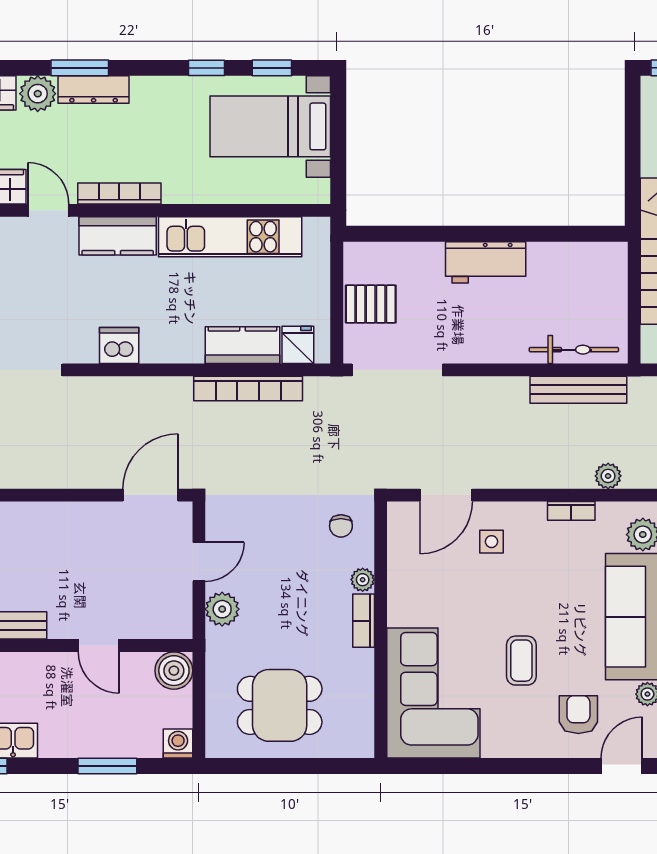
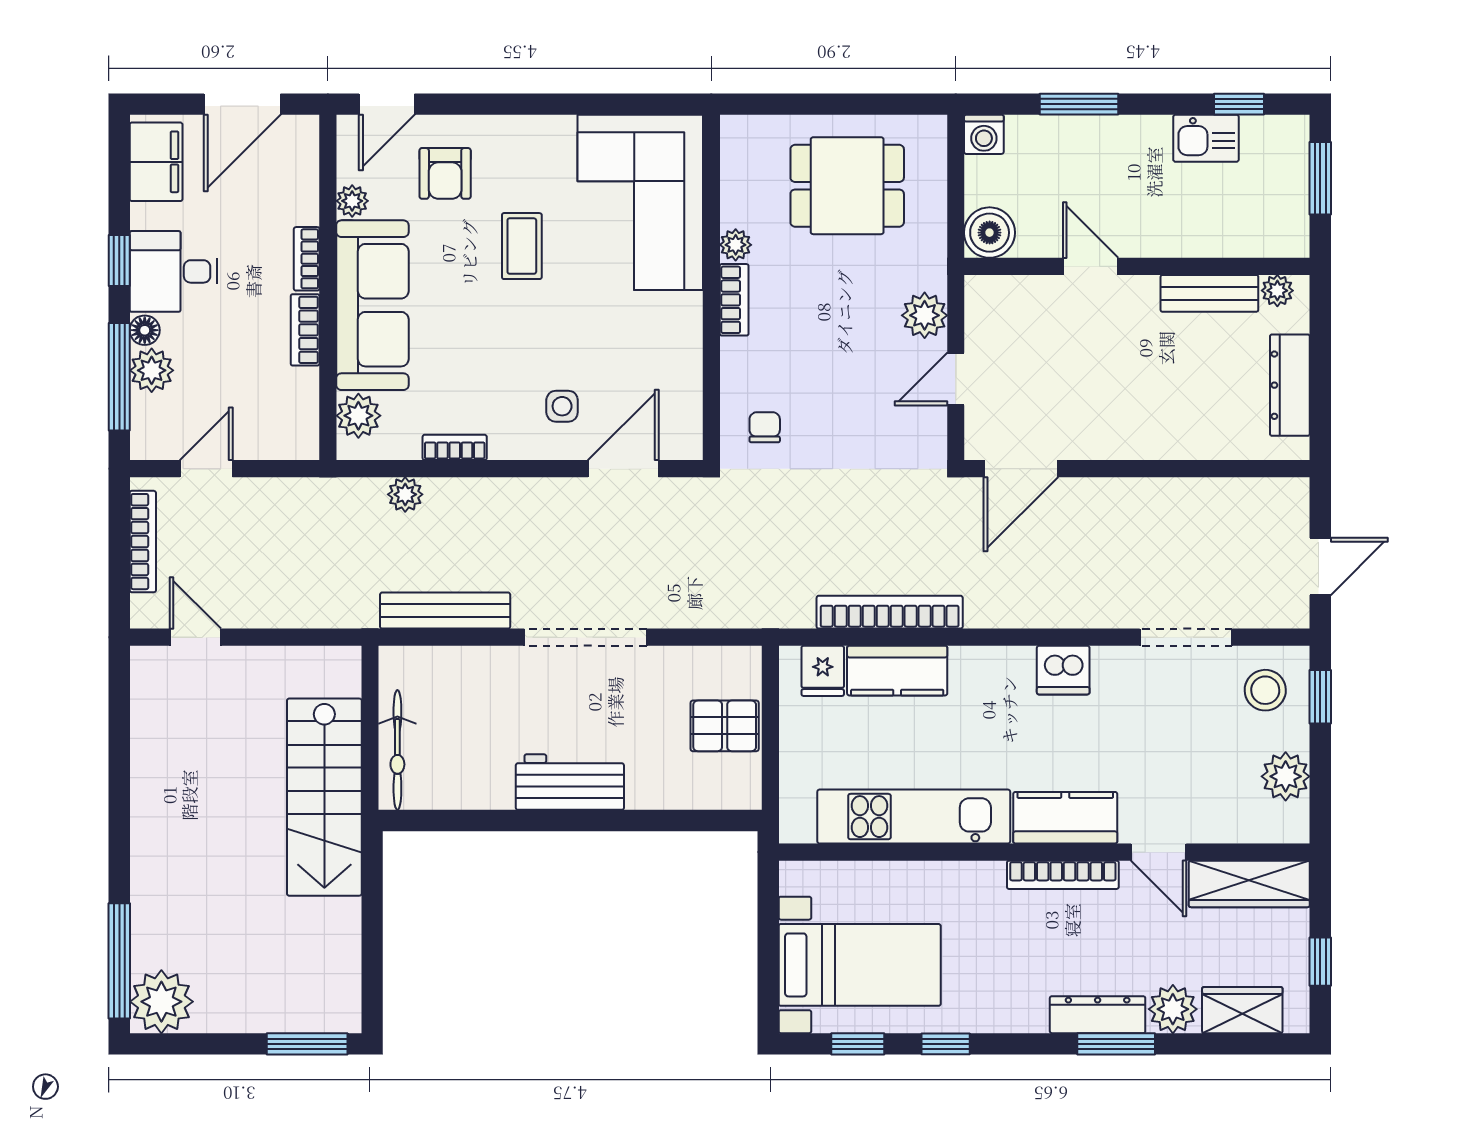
bicycle: (574, 350) -> (397, 750), moved, turned -90
doorway: (397, 370) -> (585, 637), moved
plant: (363, 580) -> (736, 245), moved

